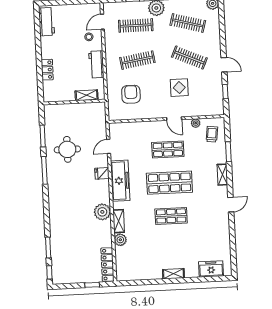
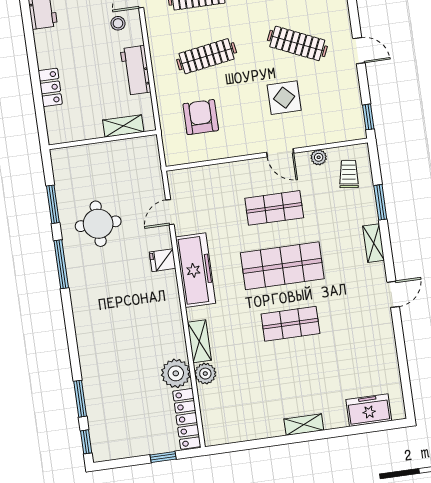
window: (225, 92) -> (368, 117), moved
plant: (102, 212) -> (176, 373), moved

